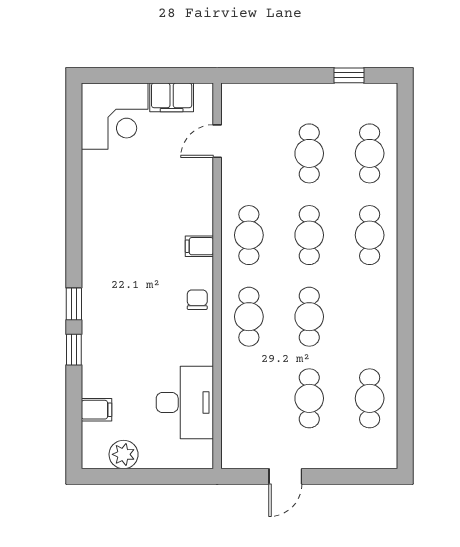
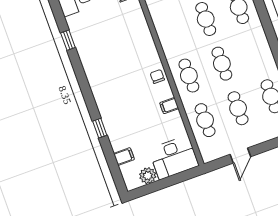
cafe table: (249, 235) -> (205, 120), moved
filing cabinet: (199, 246) -> (169, 106), moved
window: (74, 304) -> (68, 40), moved
desk: (185, 402) -> (174, 158), moved, turned 90

